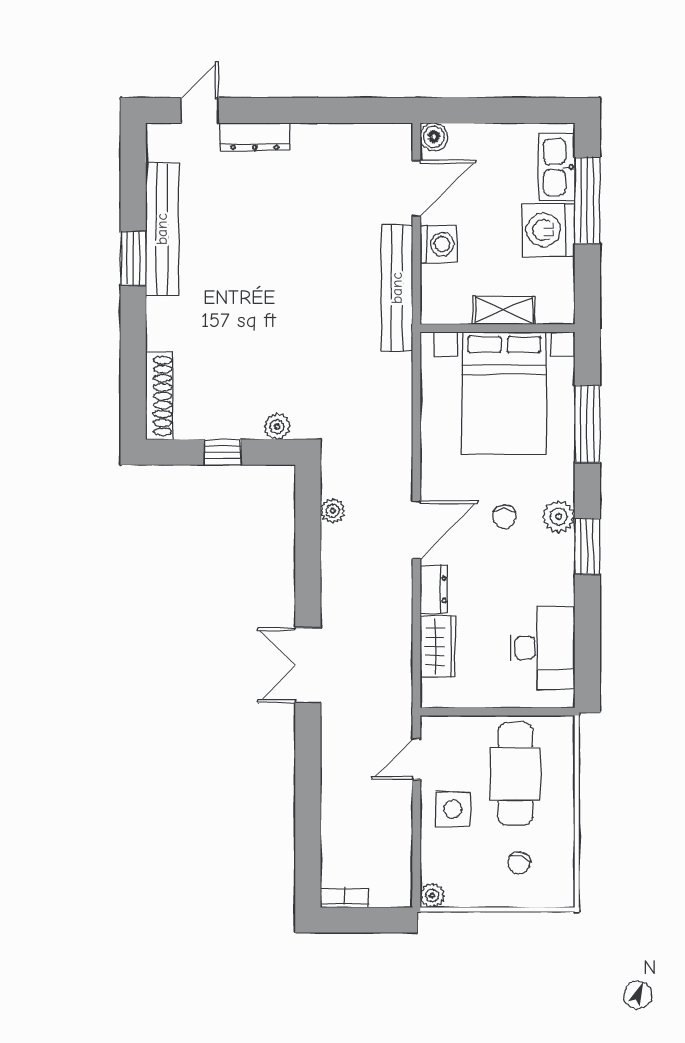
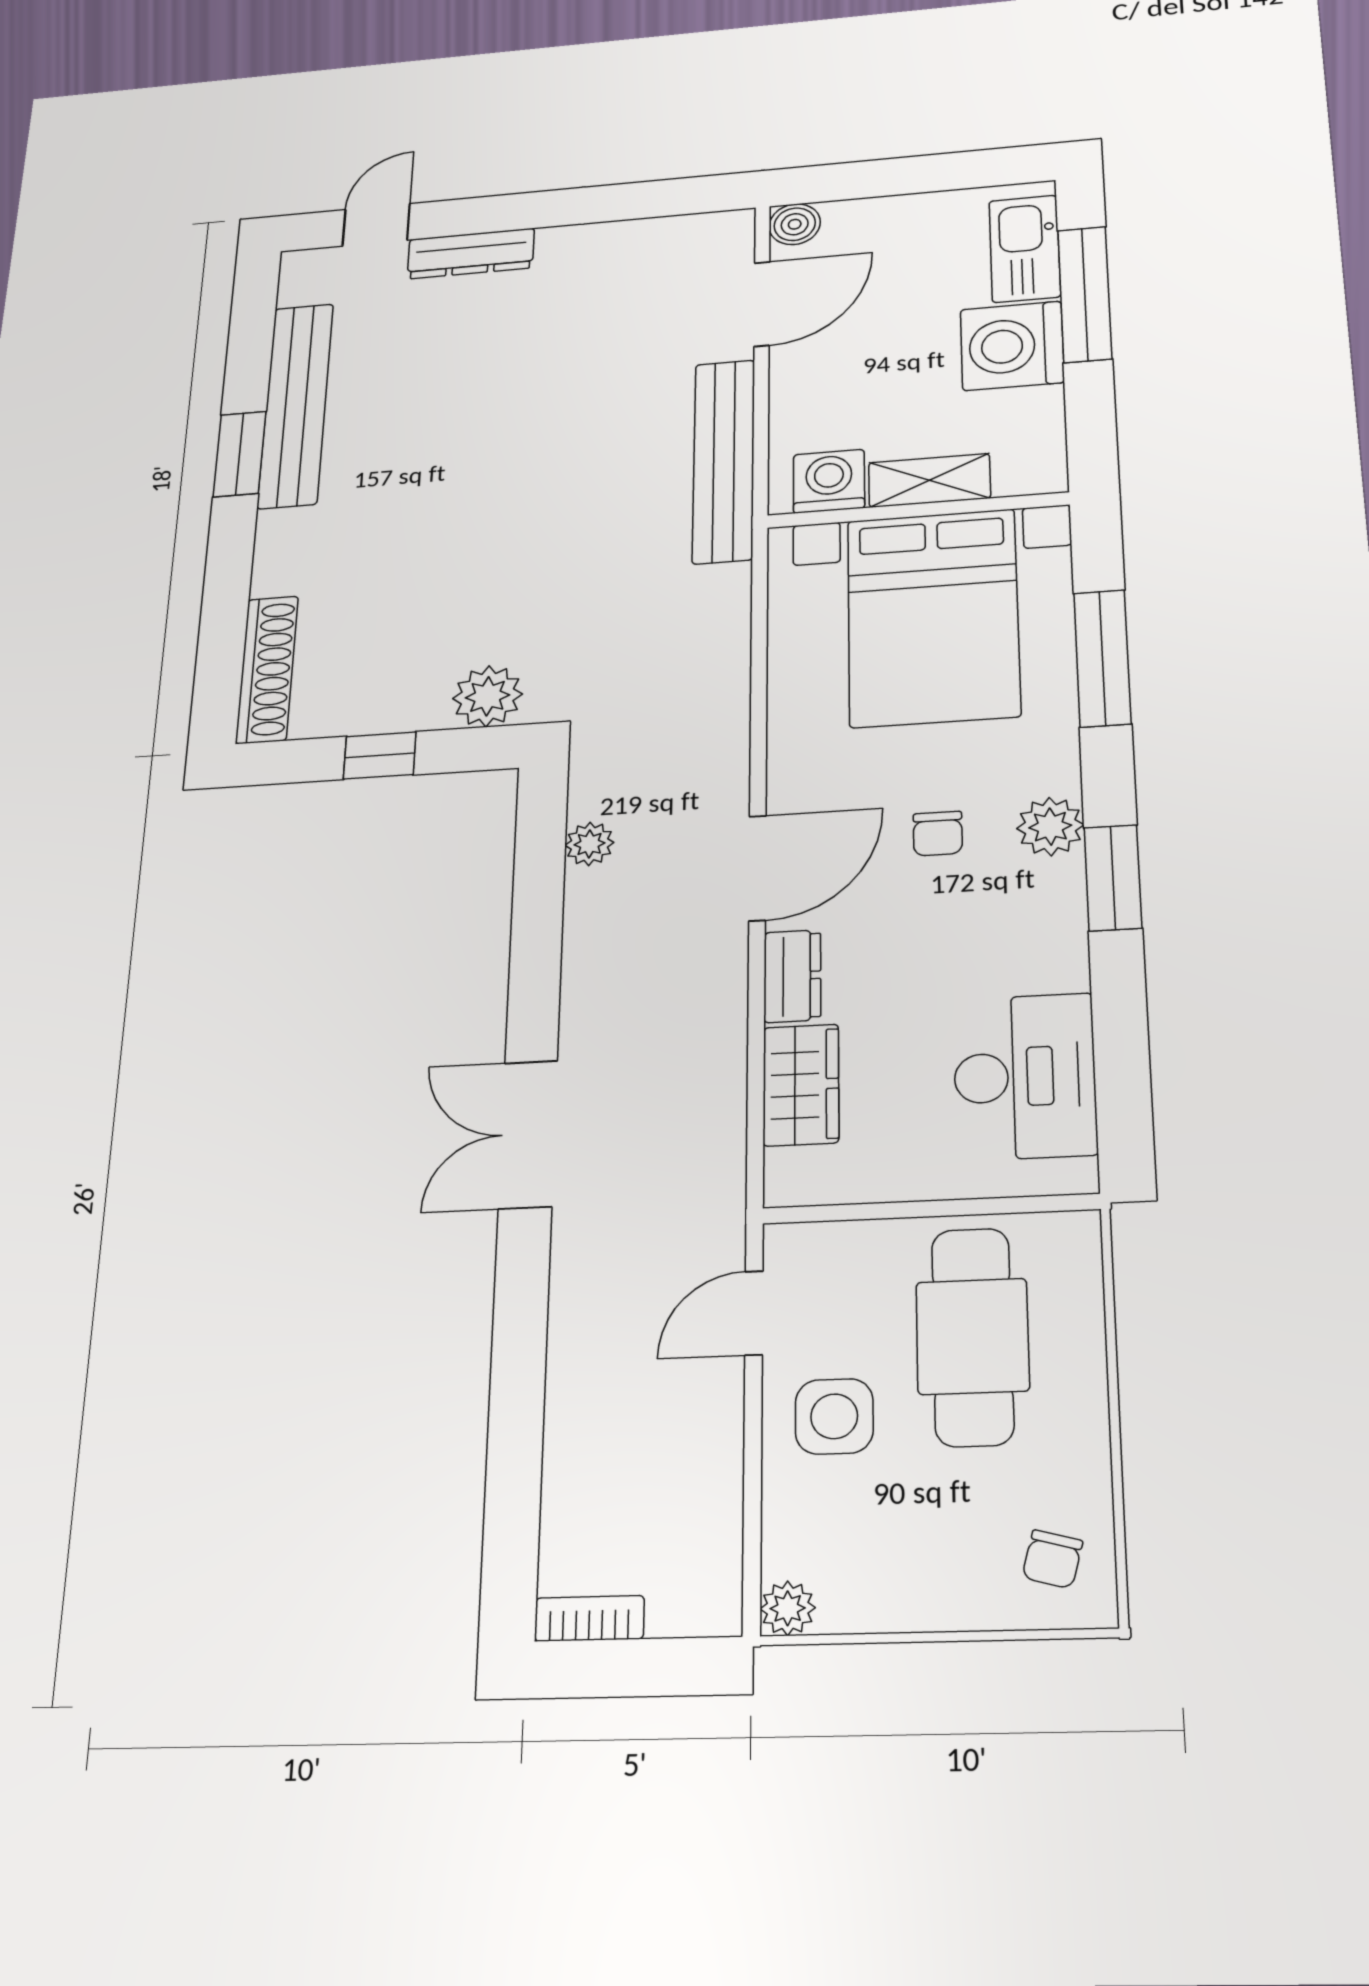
washing machine: (438, 244) -> (829, 481), moved, turned -90
plant: (277, 427) -> (487, 696), width x1.38, depth x1.38
chair: (519, 863) -> (1052, 1559), moved

